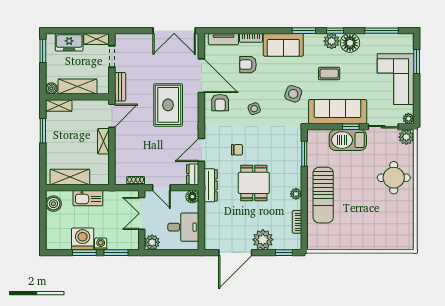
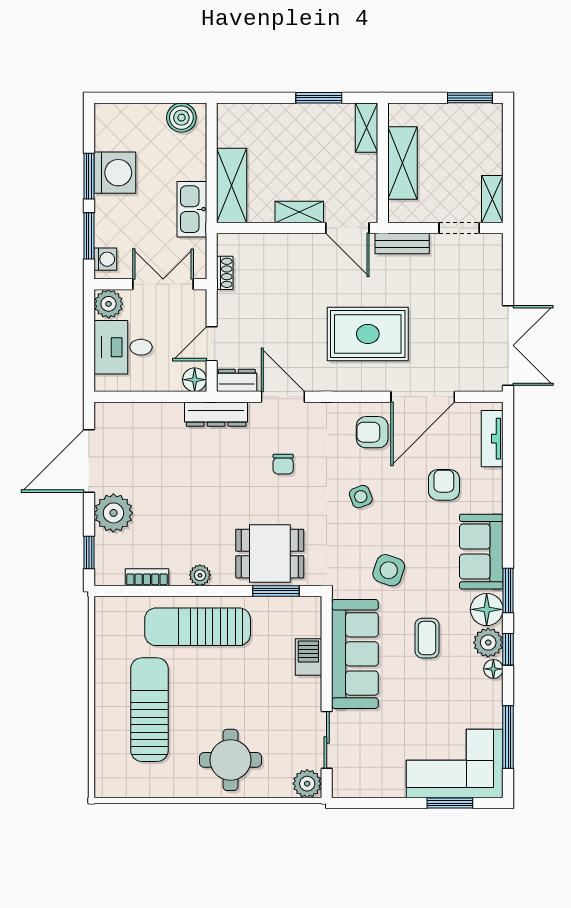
double door: (174, 31) -> (508, 345), swing flipped
bookcase: (251, 38) -> (494, 490), removed
freezer: (69, 42) -> (486, 147), removed
floor lamp: (314, 42) -> (487, 609), added
floor lamp: (350, 43) -> (493, 669), width x0.53, depth x0.53
corner sofa: (396, 79) -> (455, 764), moved
boiler: (51, 88) -> (399, 114), removed
plant: (408, 119) -> (342, 788), removed
window: (351, 127) -> (327, 679), removed
barbecue: (348, 140) -> (308, 657), width x0.53, depth x0.65
shelving: (70, 177) -> (232, 186), moved
dining table: (254, 183) -> (270, 554), moved
door: (161, 188) -> (212, 344), moved
kitchen sink: (88, 198) -> (192, 209), moved
sun lounger: (367, 221) -> (149, 710), added
desk: (183, 227) -> (123, 347), moved, turned 90
washing machine: (101, 244) -> (105, 259), moved
door: (235, 253) -> (89, 461), hinge flipped

